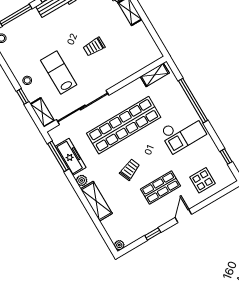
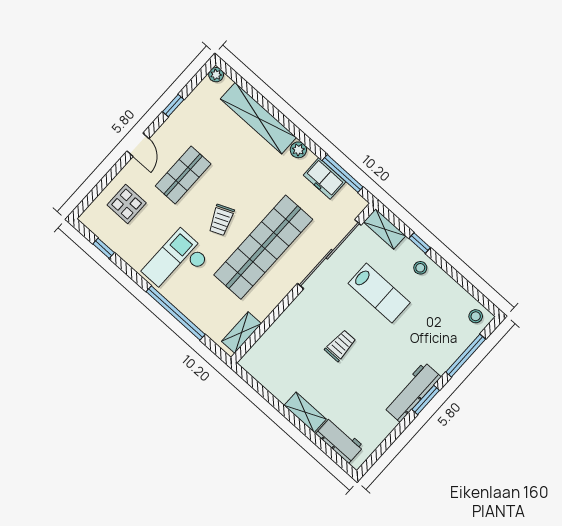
freezer: (71, 157) -> (324, 178), width x0.71
trolley: (130, 170) -> (221, 220), moved
shelving: (96, 201) -> (258, 118), width x1.47

